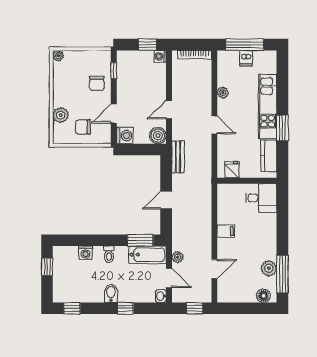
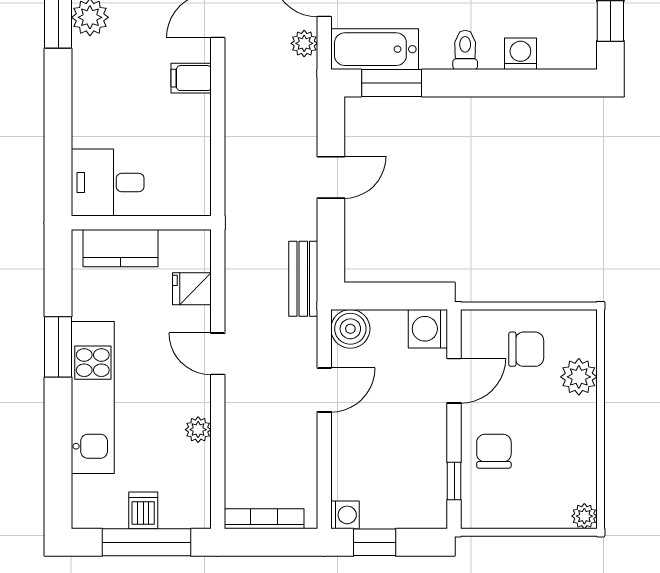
kitchen counter: (269, 156) -> (121, 248), moved, turned 90
fridge: (232, 170) -> (192, 289), moved, turned 90
filing cabinet: (226, 231) -> (191, 78), moved

